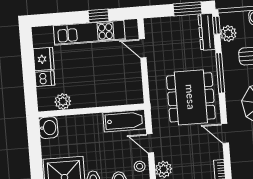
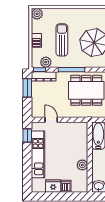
window: (99, 16) -> (27, 135), moved
door: (143, 48) -> (51, 120), swing flipped
plant: (63, 101) -> (82, 165), moved

